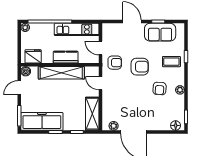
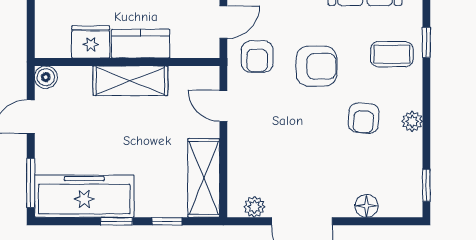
door: (100, 48) -> (223, 22), swing flipped
fridge: (33, 56) -> (91, 42), moved
armchair: (115, 63) -> (257, 57), turned 90
shelving: (61, 73) -> (130, 81), width x0.68
floor lamp: (176, 125) -> (367, 206), moved

